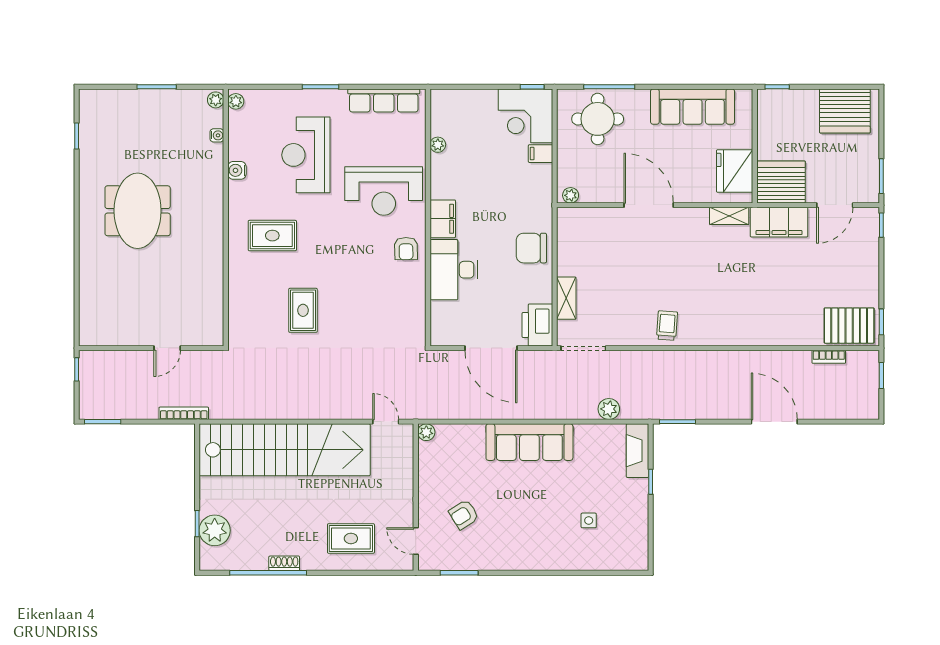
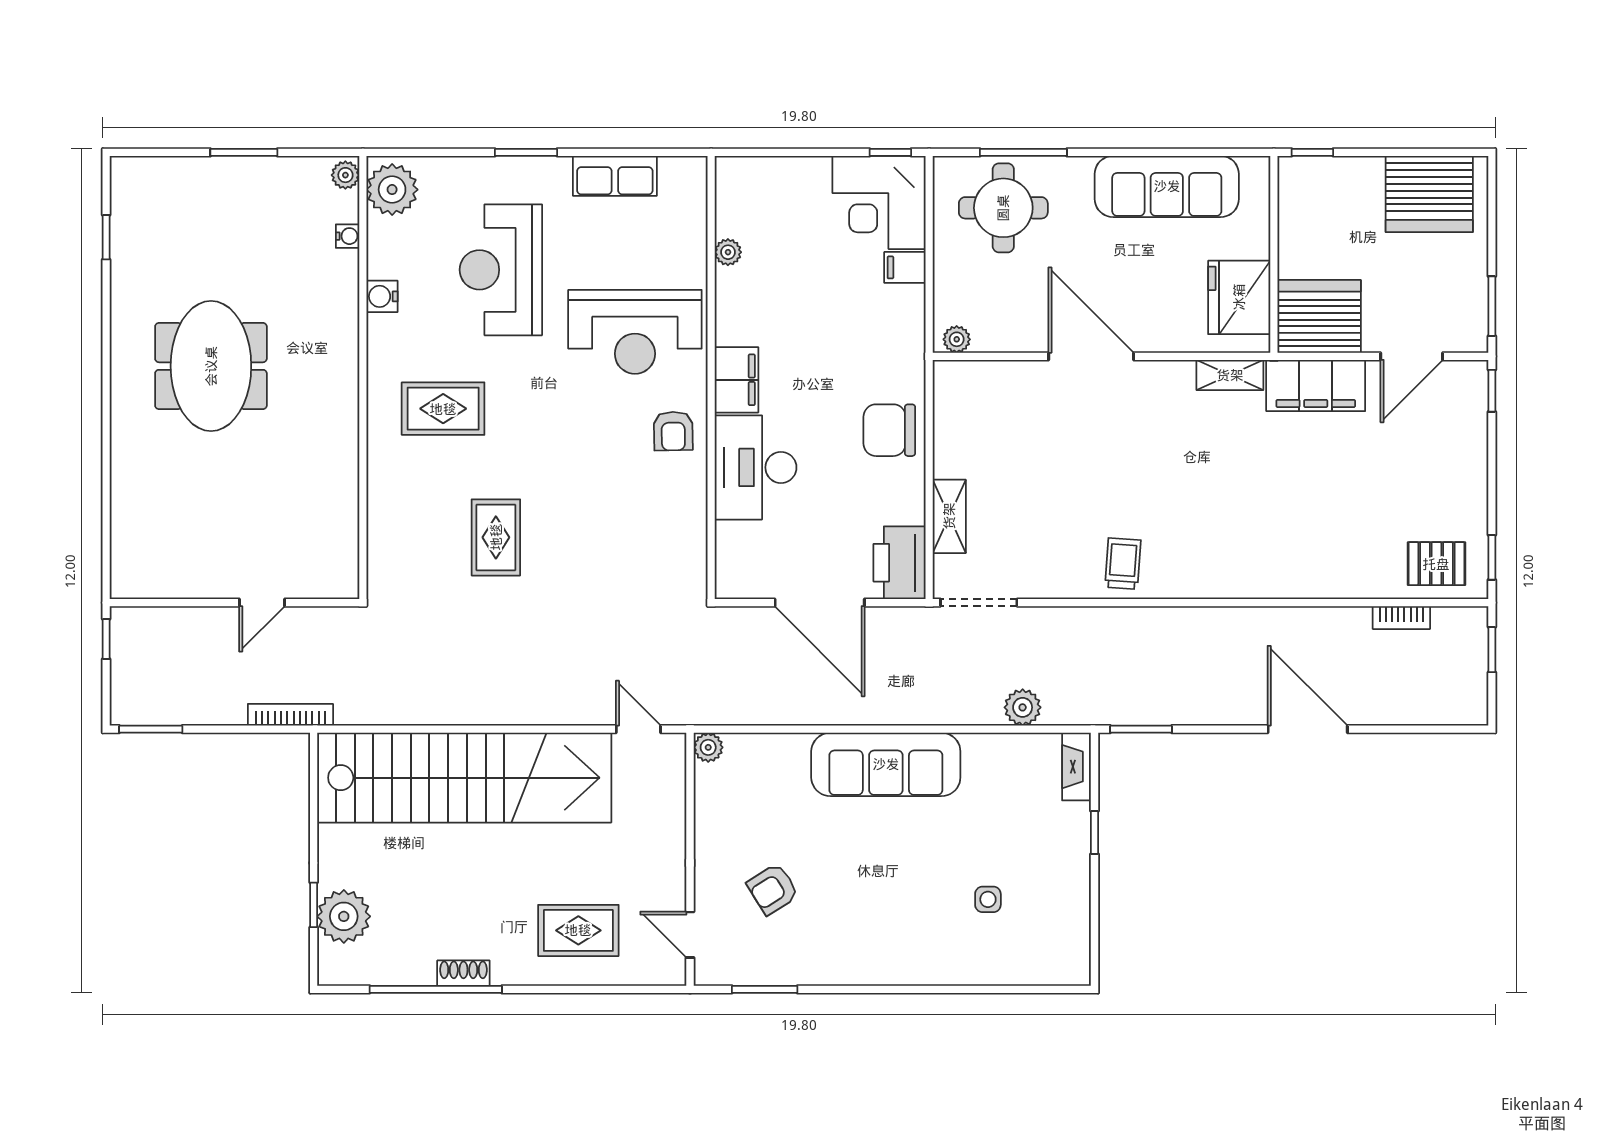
row of seats: (384, 100) -> (615, 176), width x0.68
plant: (236, 101) -> (392, 190), width x1.88, depth x1.88
pallet: (849, 326) -> (1436, 564), width x0.67, depth x0.71
fireplace: (637, 451) -> (1077, 767), width x0.73, depth x0.76

